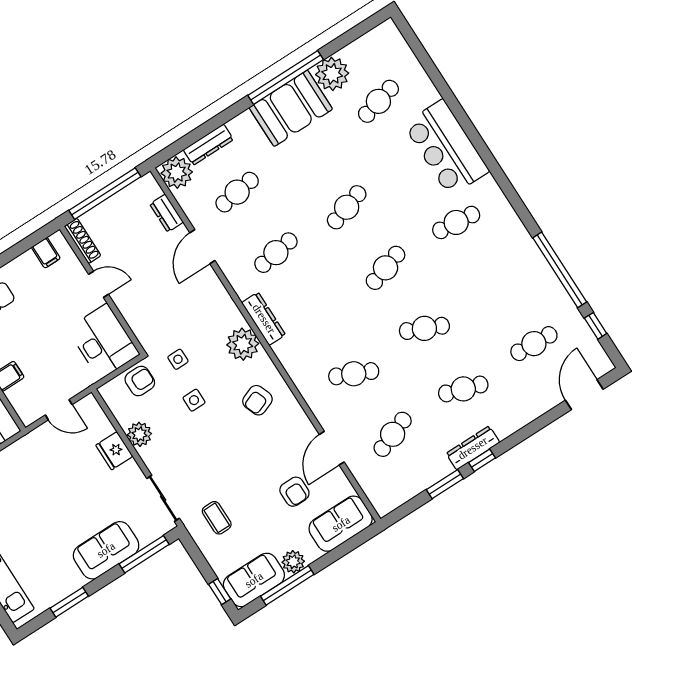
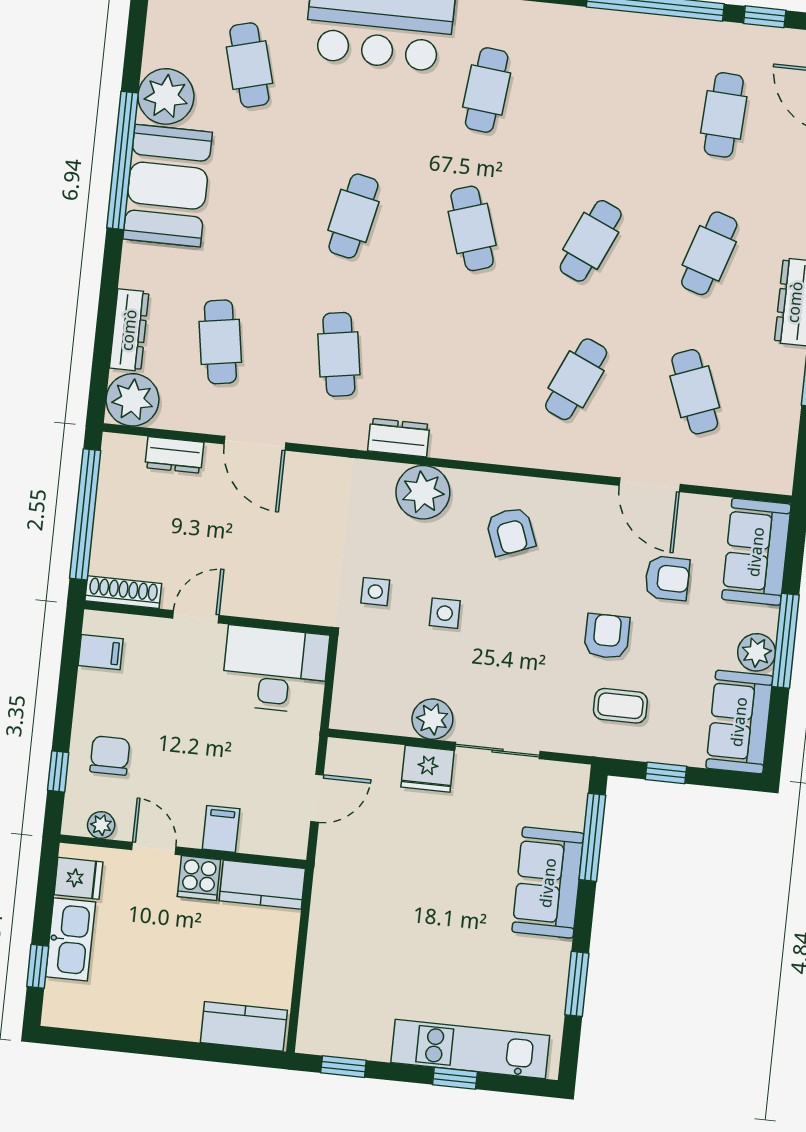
cafe table: (347, 207) -> (353, 216), turned 30
dresser: (264, 319) -> (399, 438), width x0.70
armchair: (140, 381) -> (607, 636), moved
sliding door: (163, 498) -> (498, 751), moved
window: (287, 585) -> (786, 641), moved
window: (220, 592) -> (666, 773), moved

